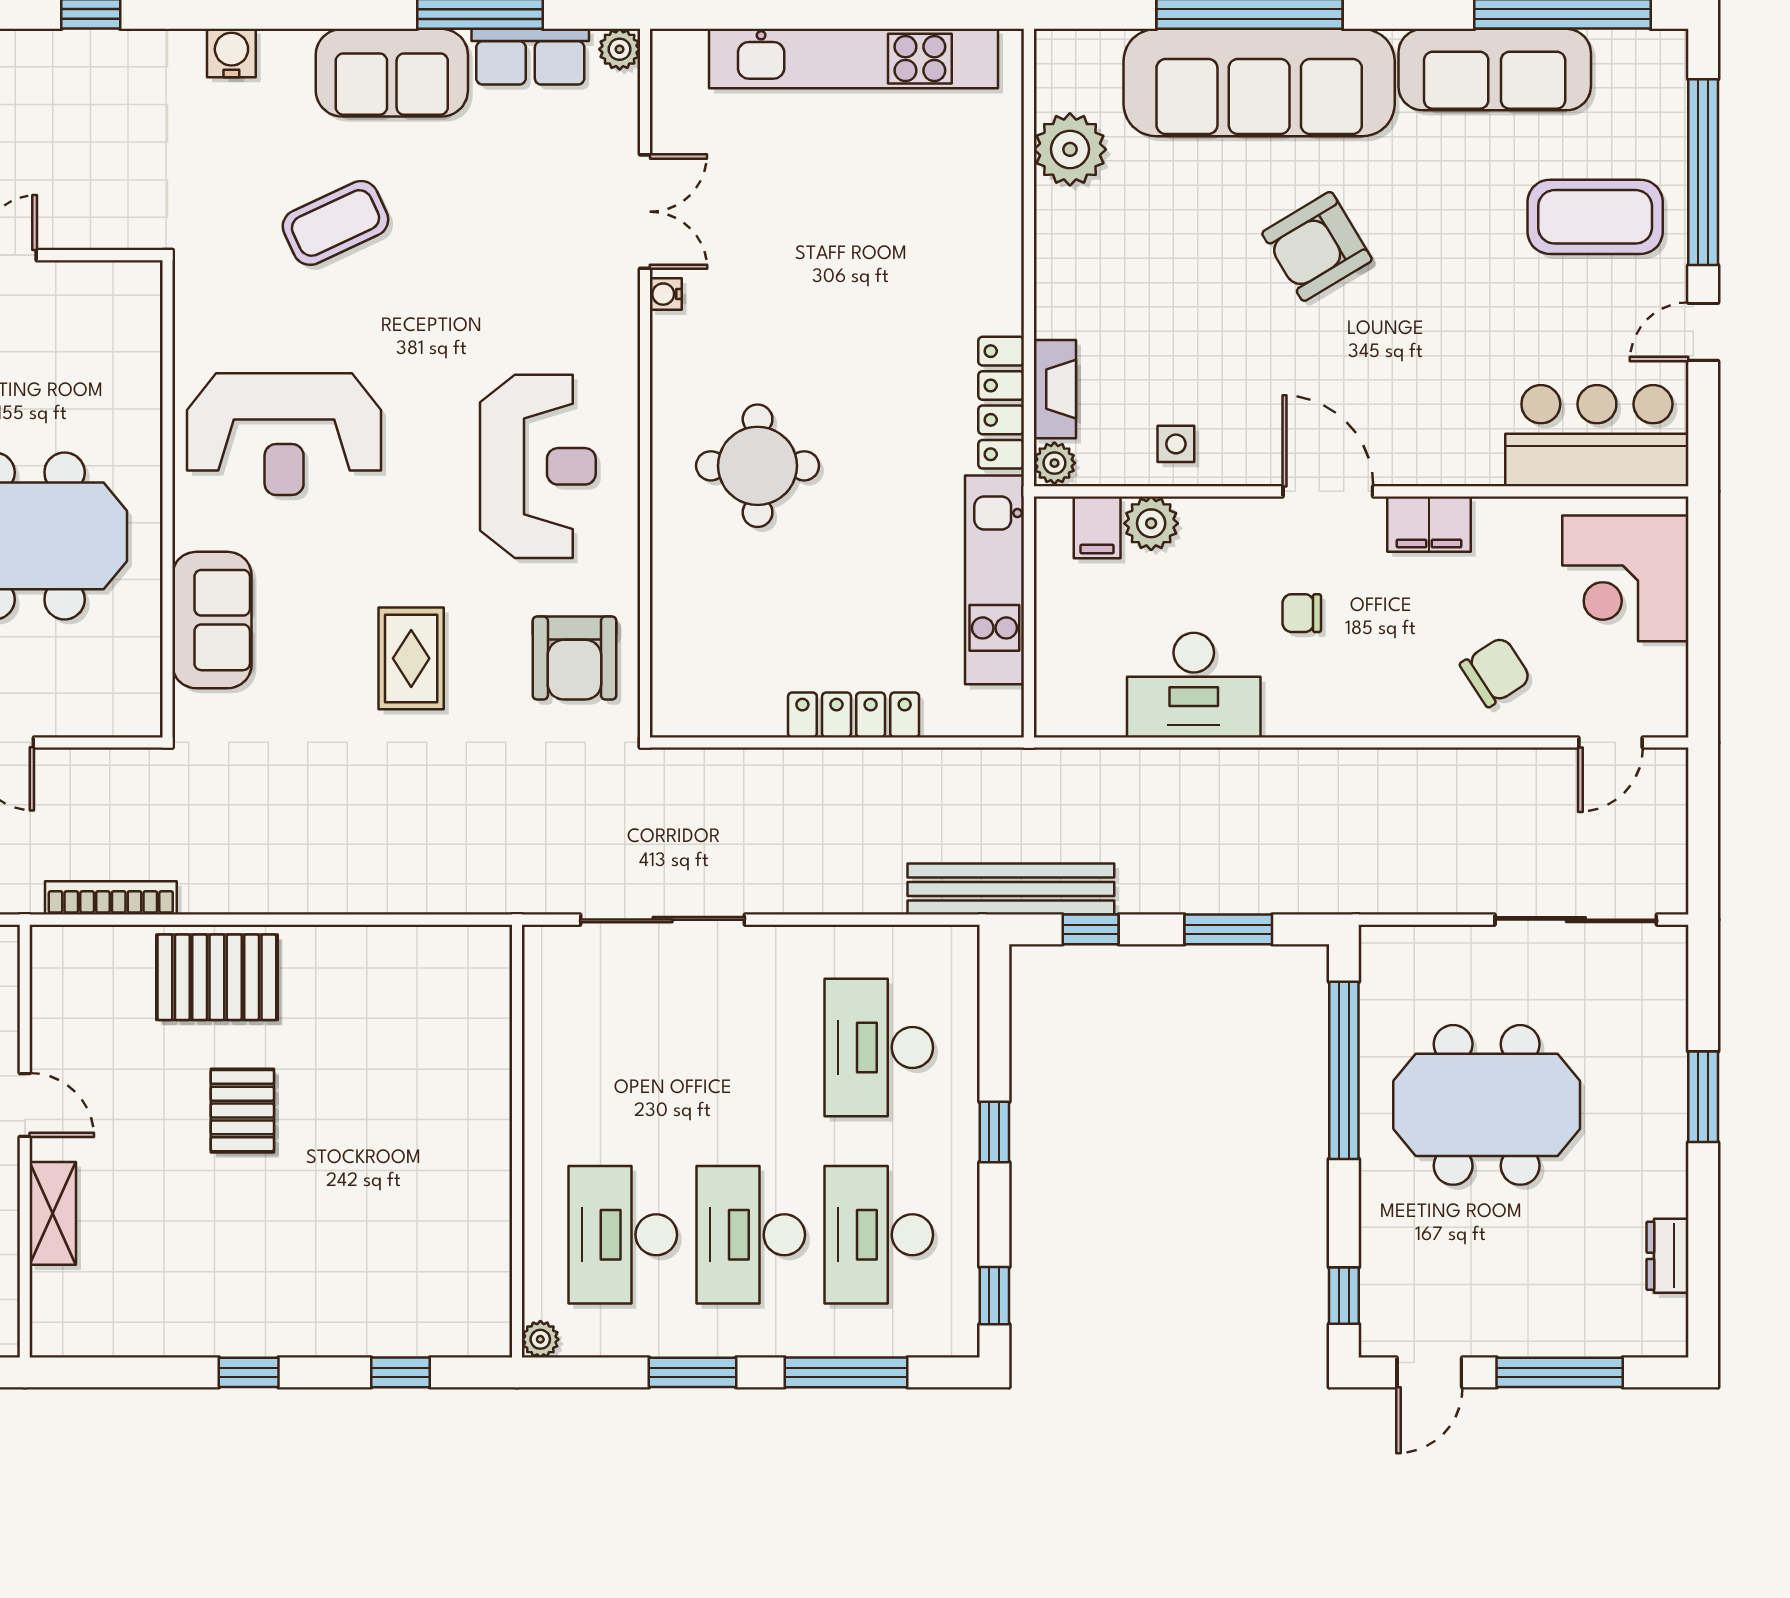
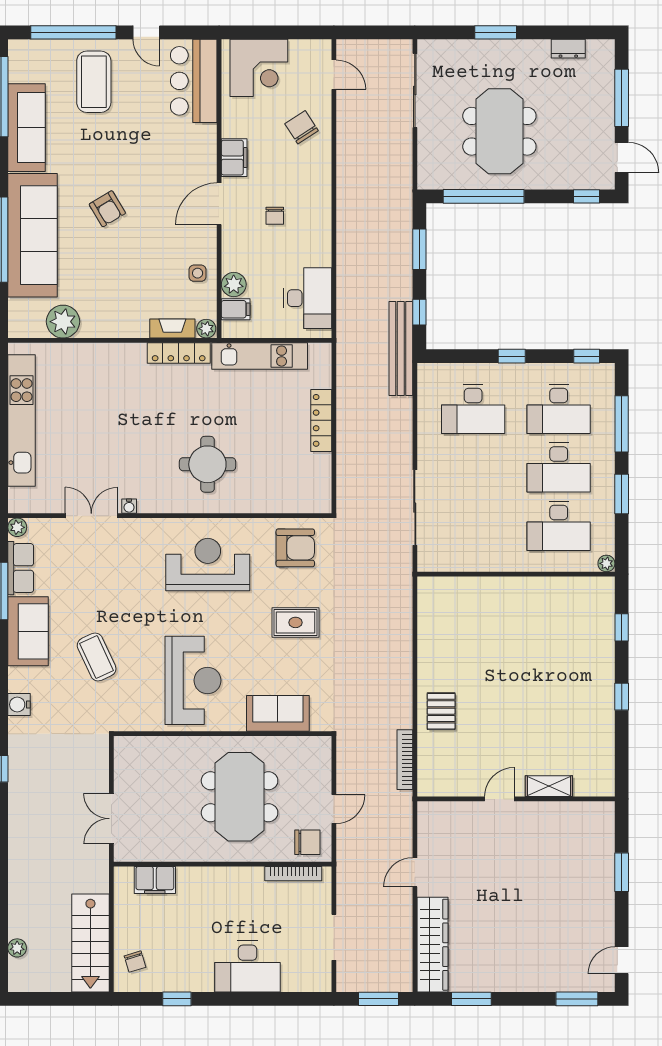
armchair: (1317, 246) -> (107, 209), width x0.72, depth x0.72
desk: (1194, 685) -> (308, 298), moved
pallet: (217, 977) -> (441, 711), width x0.67, depth x0.71
pallet: (242, 1111) -> (502, 700), removed

